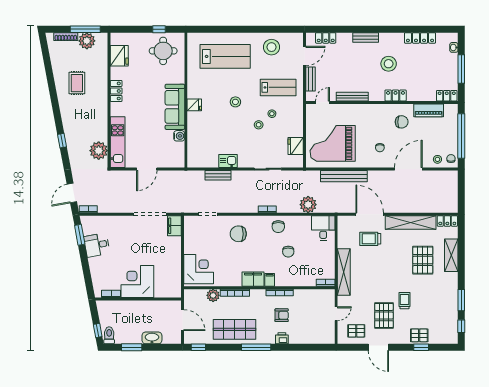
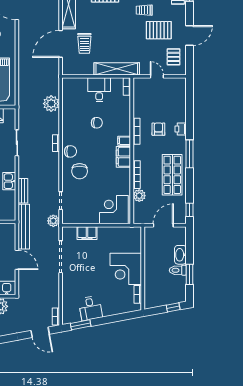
bench: (344, 176) -> (24, 227), moved
plant: (187, 207) -> (53, 221), added
filing cabinet: (174, 226) -> (87, 233), moved
chair: (278, 227) -> (70, 151), moved
desk: (323, 228) -> (99, 90), moved, turned 90
toilet: (109, 335) -> (178, 270), moved

